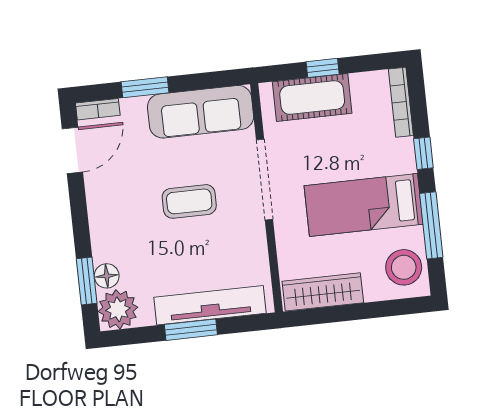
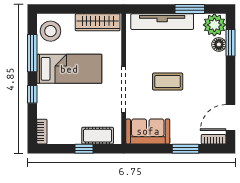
cot: (312, 98) -> (98, 136), width x0.73, depth x0.75
bookcase: (401, 102) -> (42, 132), width x0.64
sofa: (201, 112) -> (148, 131), width x0.73
window: (191, 330) -> (190, 9), moved

